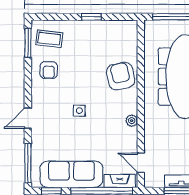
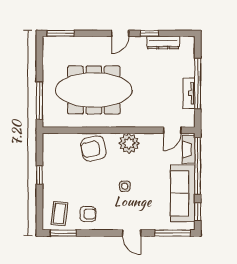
plant: (132, 121) -> (129, 143), width x1.87, depth x1.87

